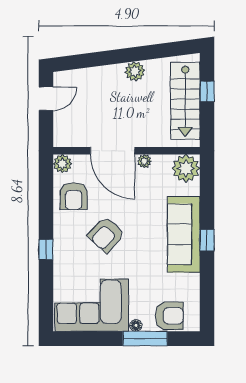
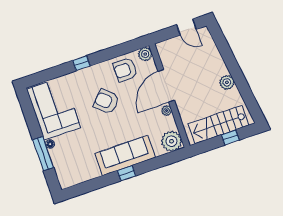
armchair: (169, 316) -> (65, 165), removed

